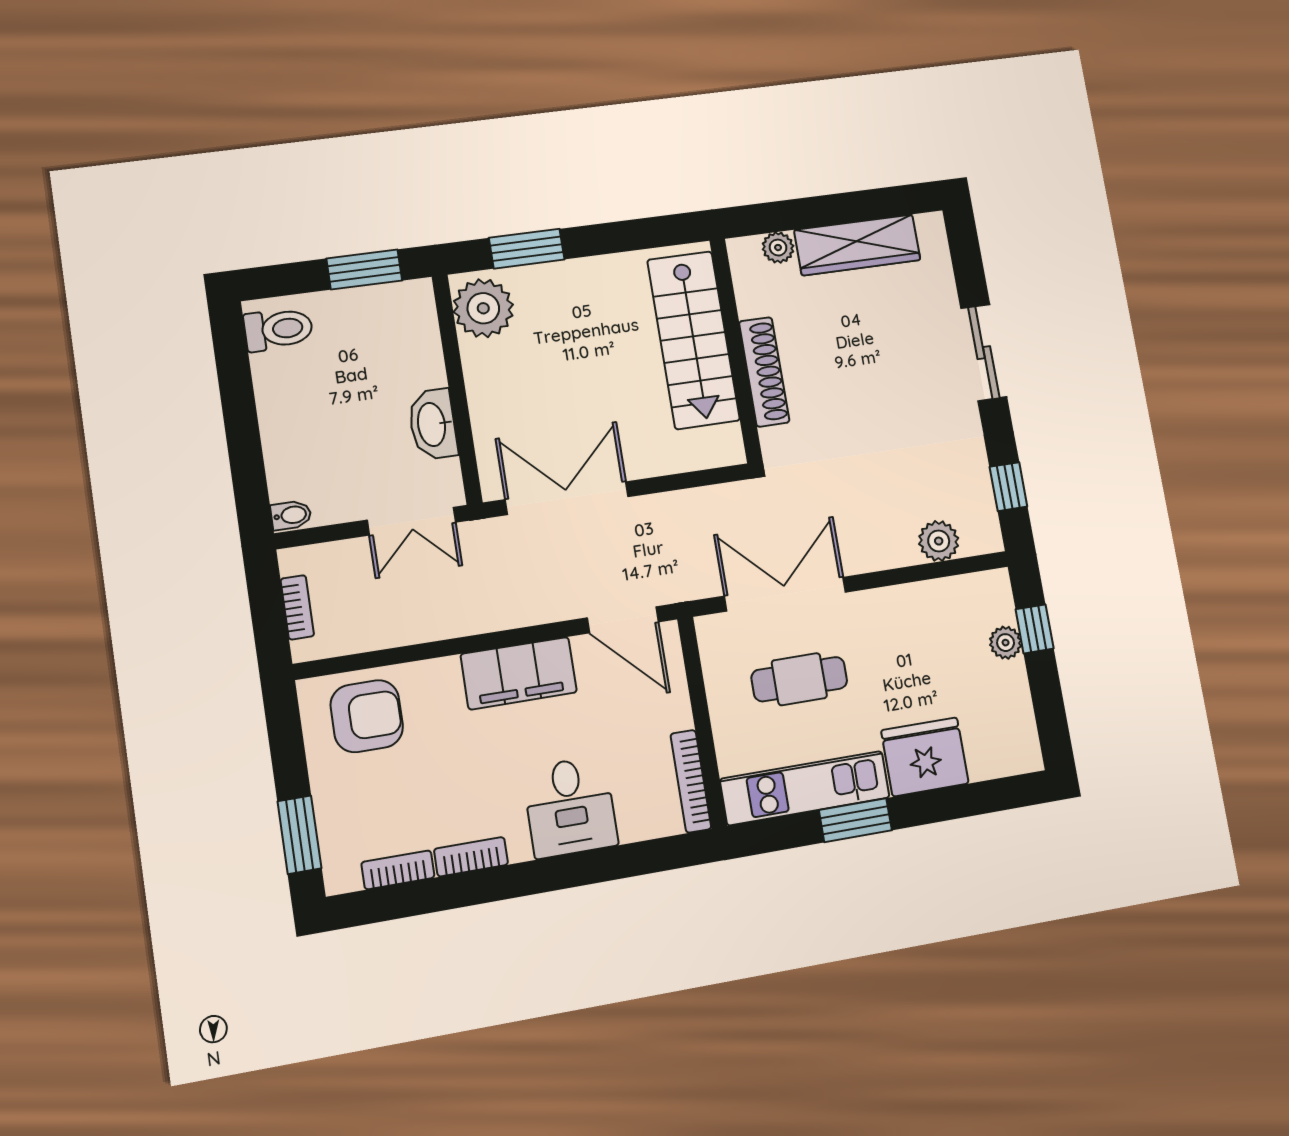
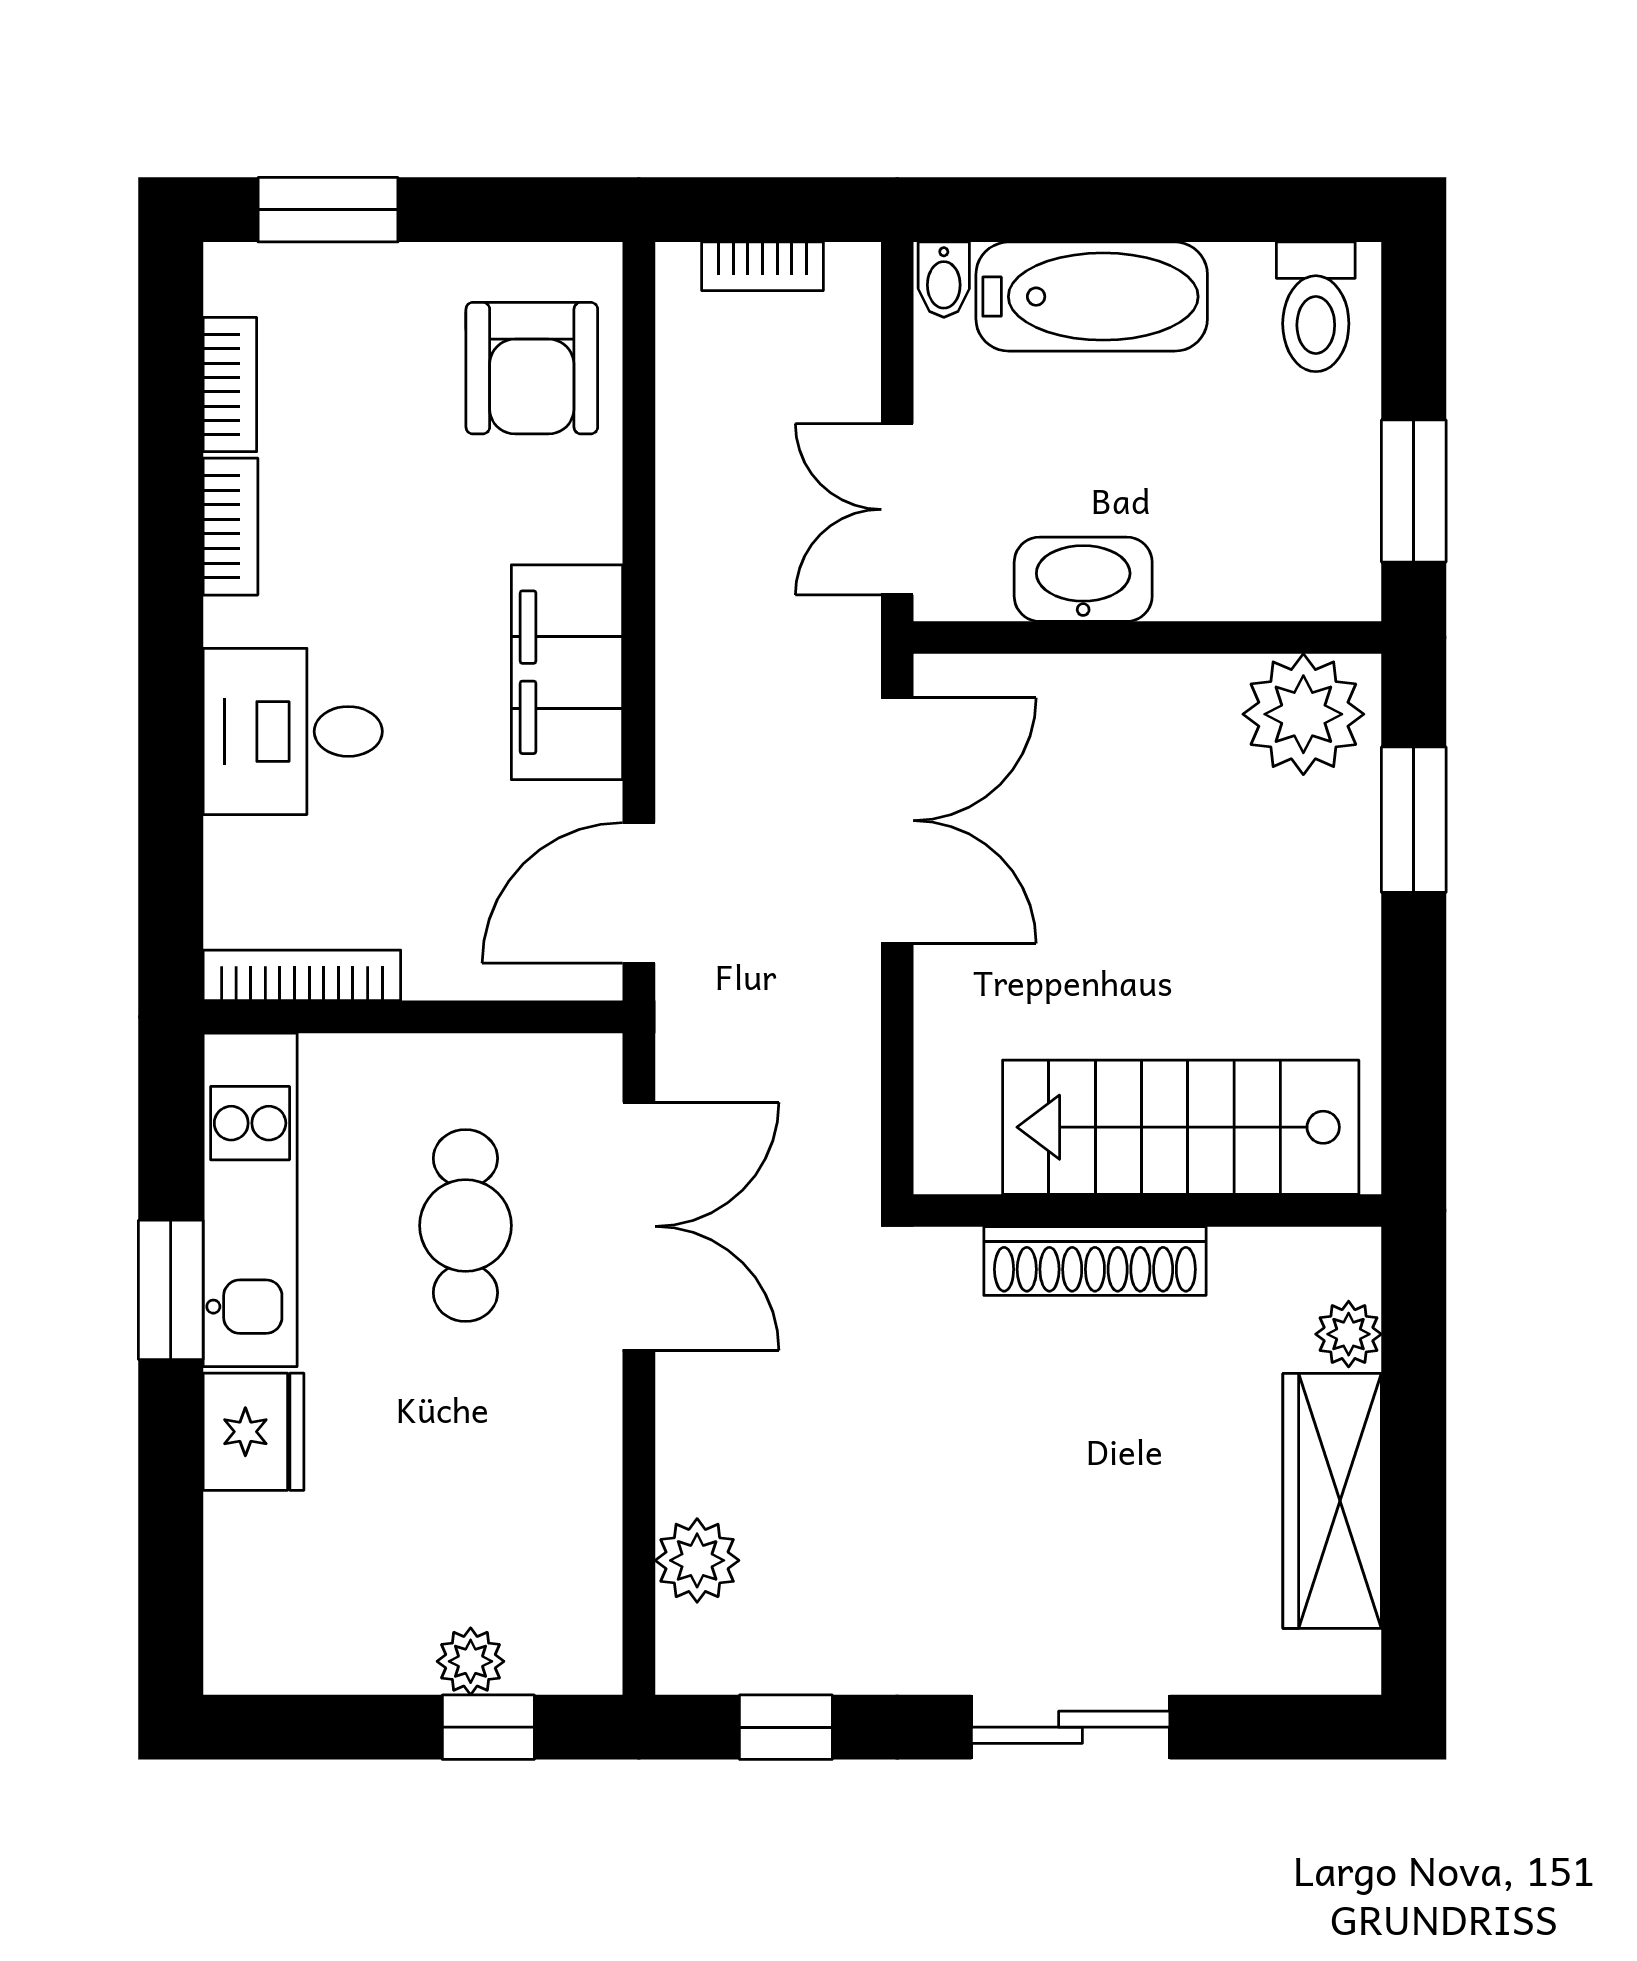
bathtub: (289, 440) -> (1092, 297), added
fridge: (925, 757) -> (253, 1432), width x0.73, depth x0.75

